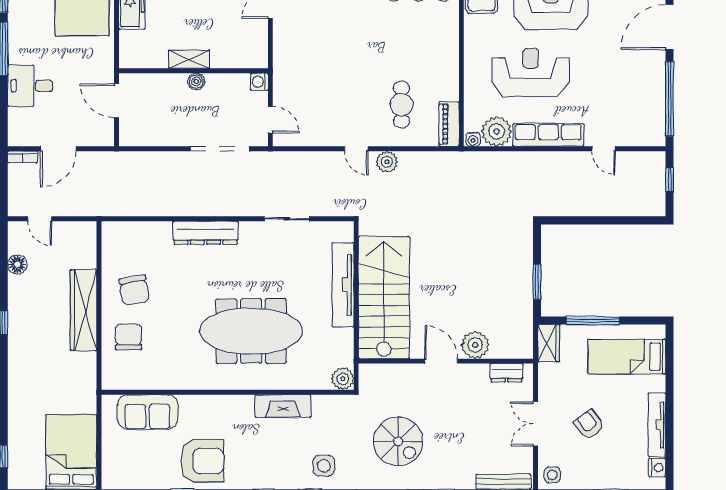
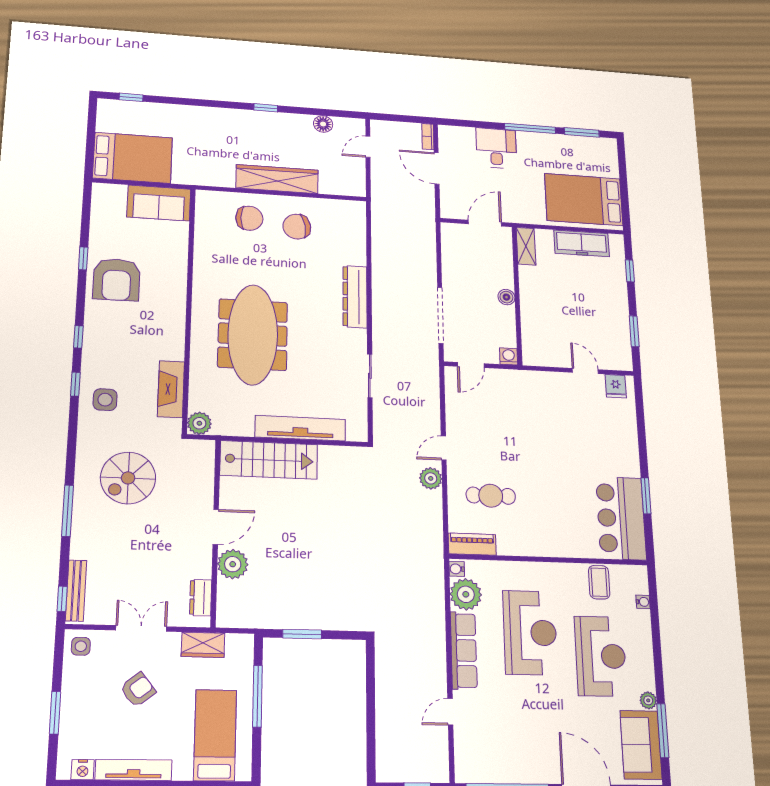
shelving: (189, 59) -> (526, 246), moved
stairs: (384, 298) -> (269, 460), width x0.73, depth x0.66
wardrobe: (549, 343) -> (203, 645), moved
fireplace: (283, 406) -> (171, 389), moved
sofa: (148, 412) -> (159, 203), moved, turned -90

